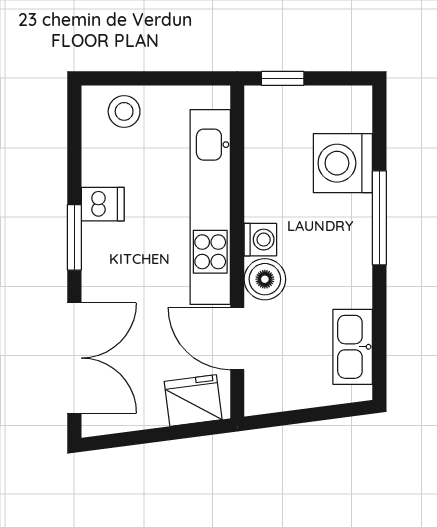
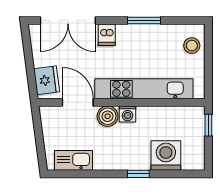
dishwasher: (103, 204) -> (107, 35), moved
window: (379, 218) -> (138, 174), width x0.46
window: (74, 237) -> (144, 20), moved
door: (237, 339) -> (78, 102), hinge flipped

